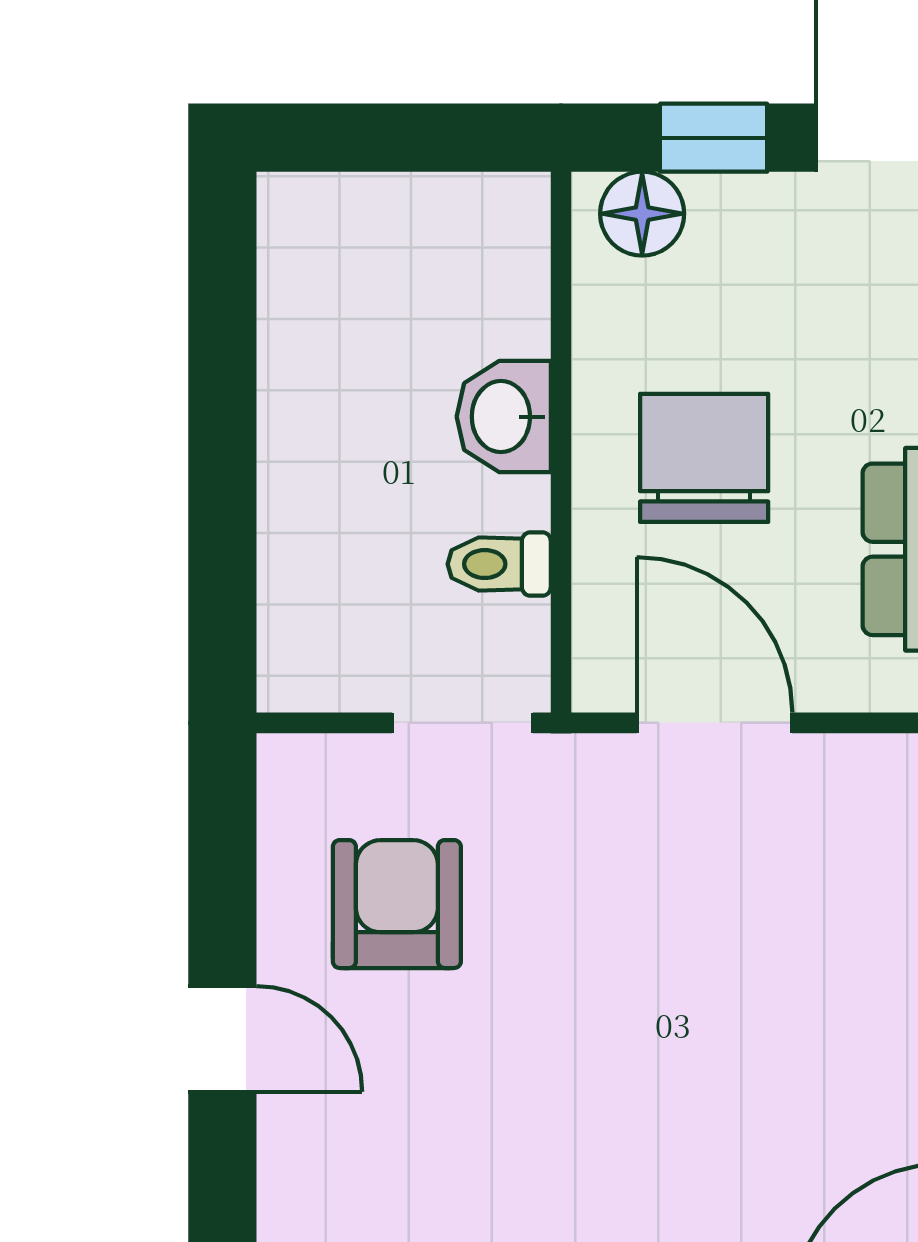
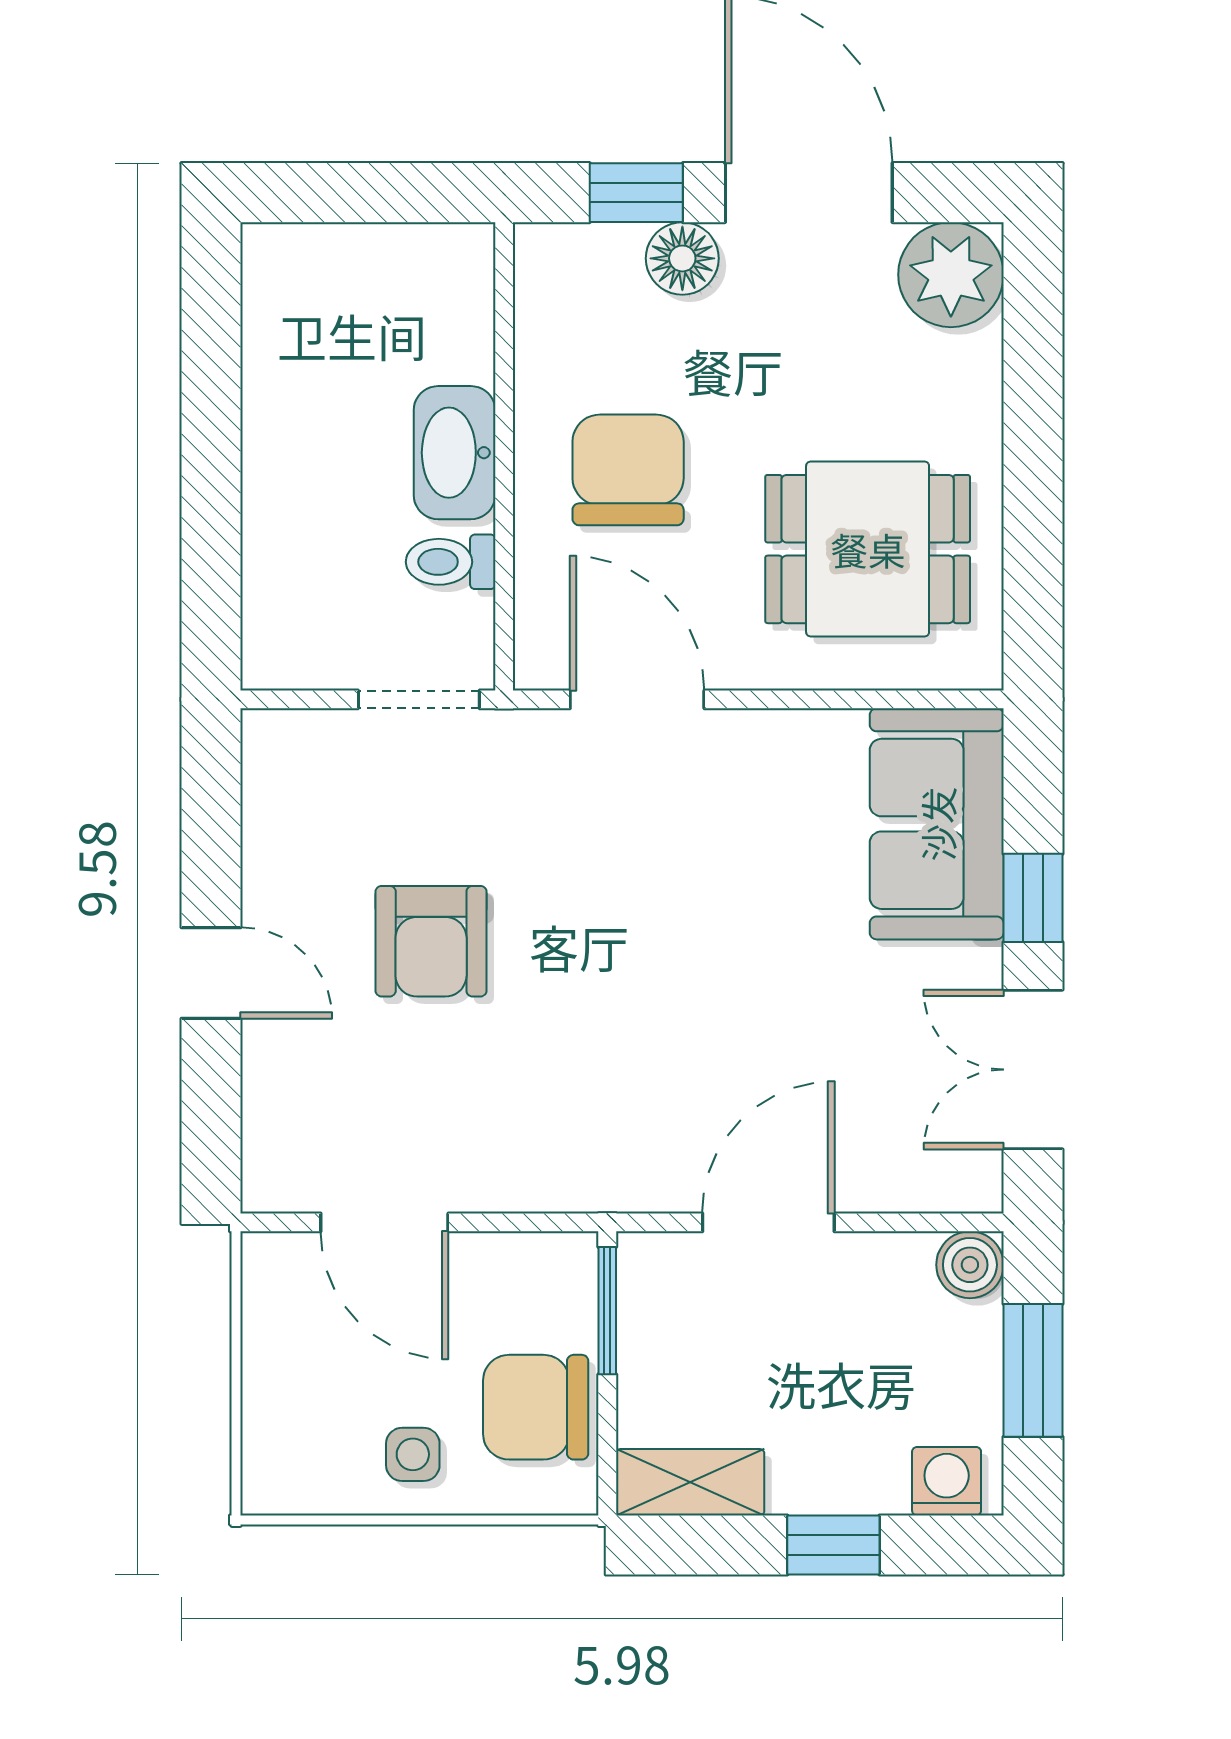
floor lamp: (642, 214) -> (682, 258), moved
washbasin: (504, 417) -> (455, 453), width x1.38
armchair: (397, 904) -> (431, 941), moved, turned 180

